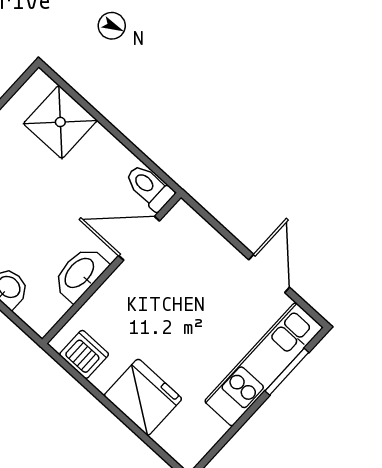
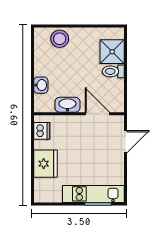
toilet: (149, 187) -> (113, 71), moved, turned -90
door: (269, 274) -> (125, 142), moved

